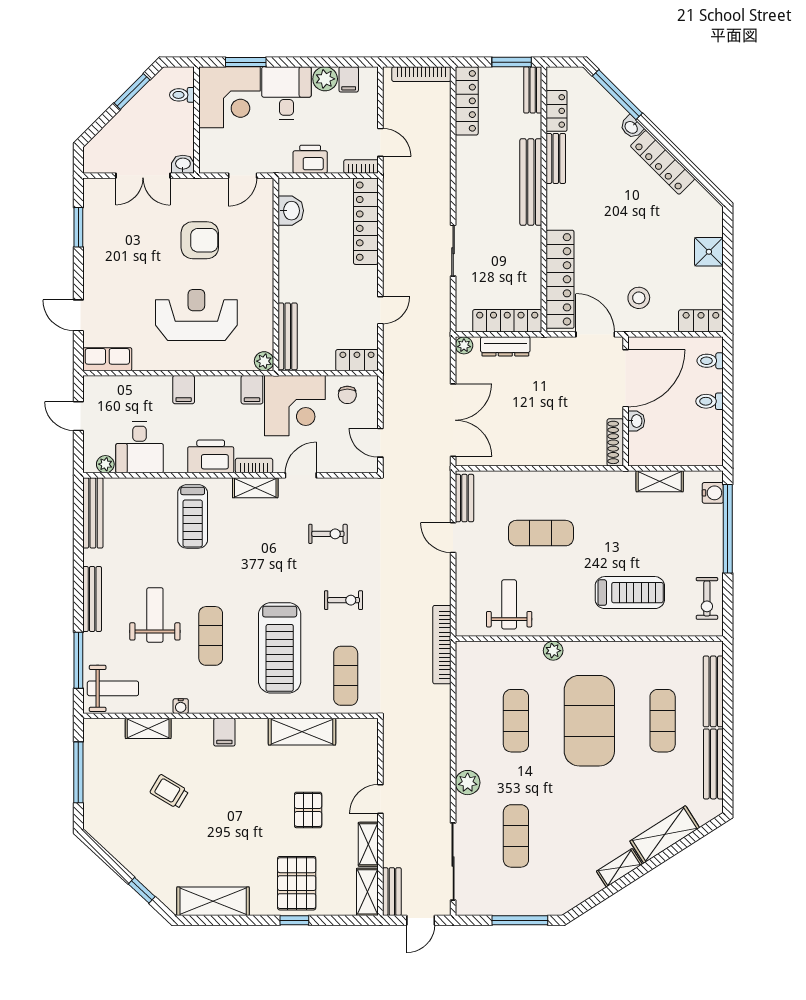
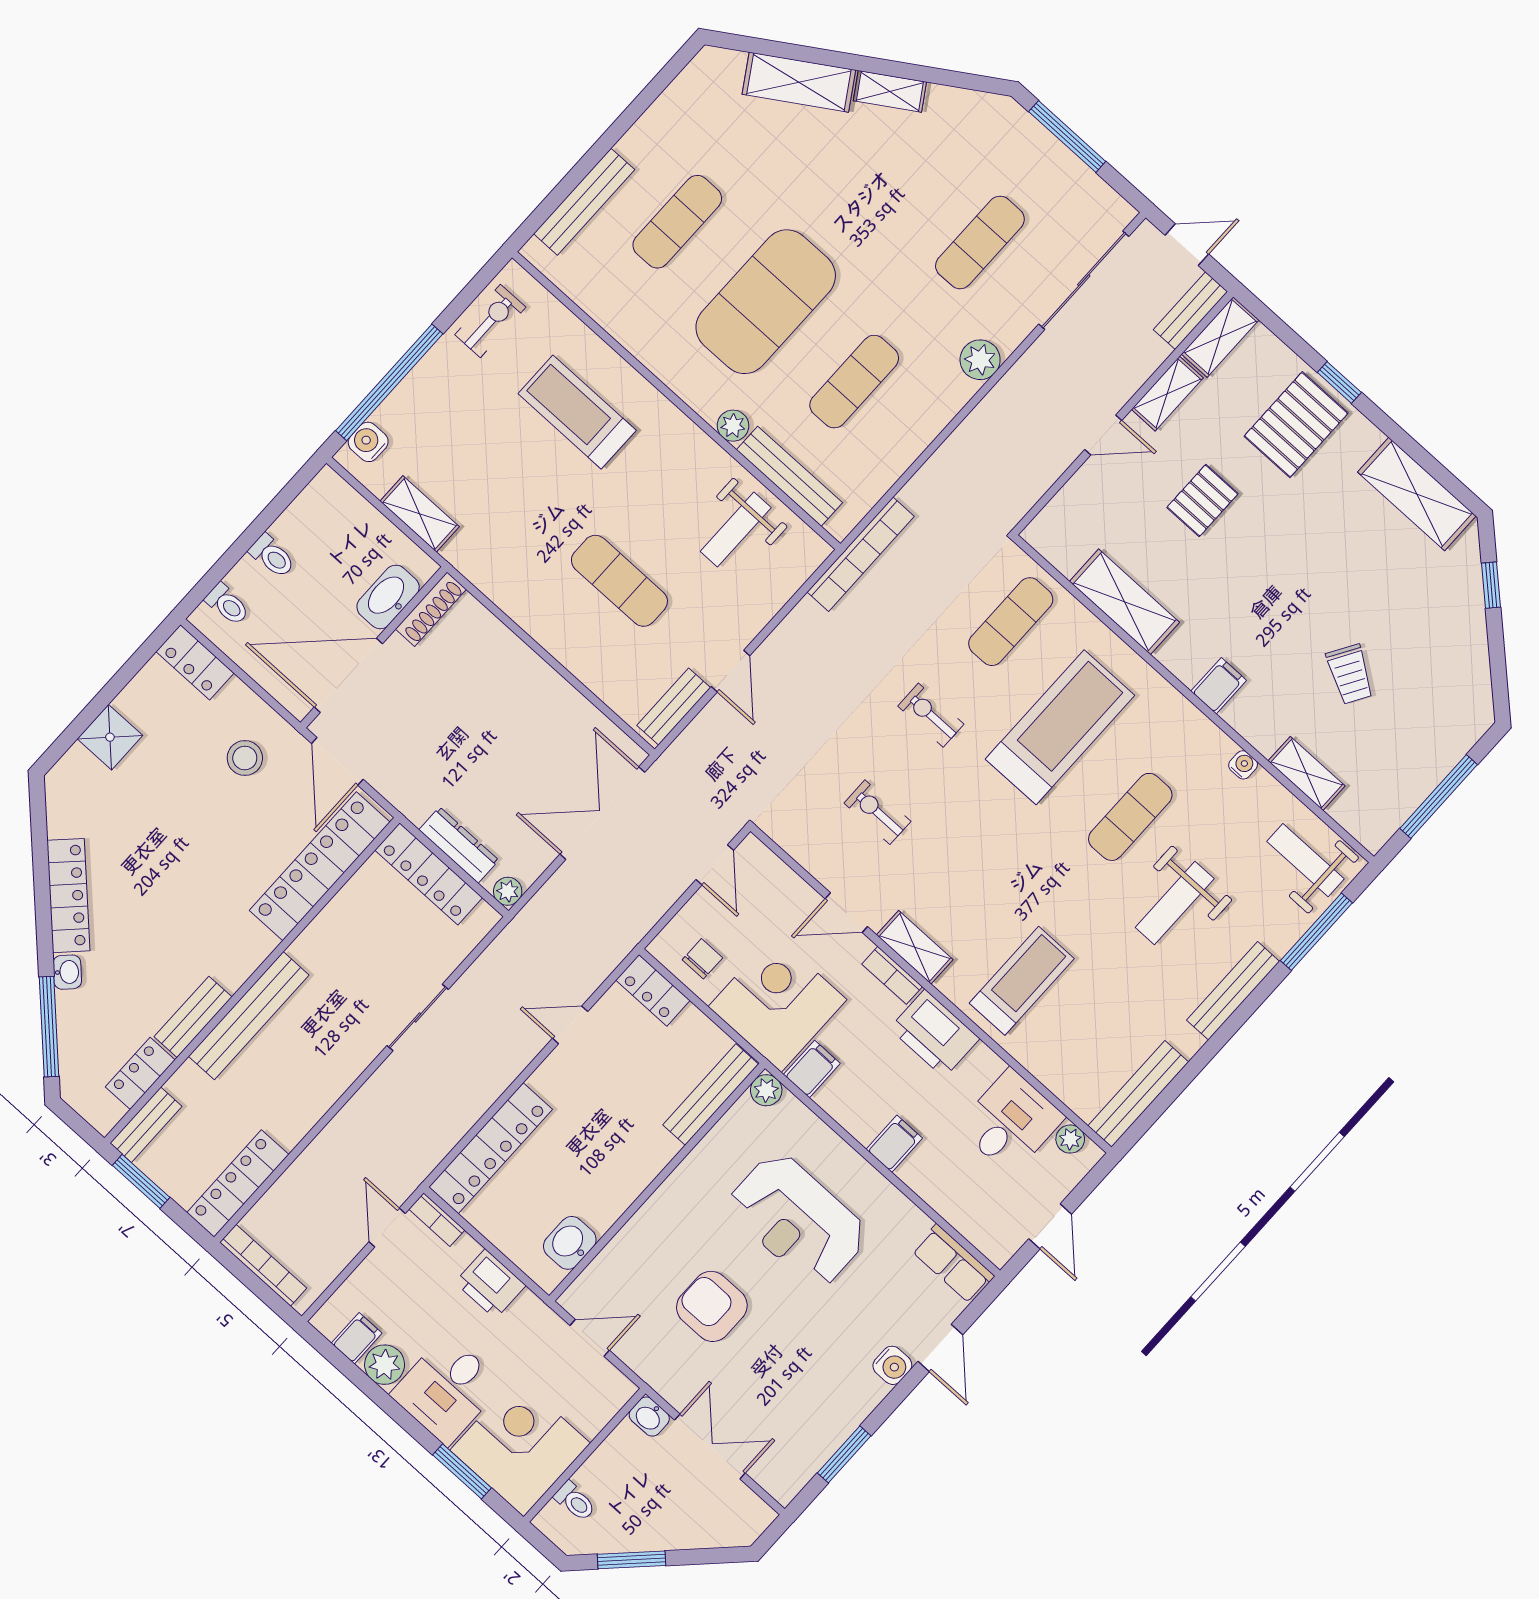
water cooler: (93, 288) -> (892, 1365), added
washbasin: (636, 421) -> (388, 597), width x1.91, depth x1.45
bench: (713, 764) -> (789, 476), moved, turned 90

